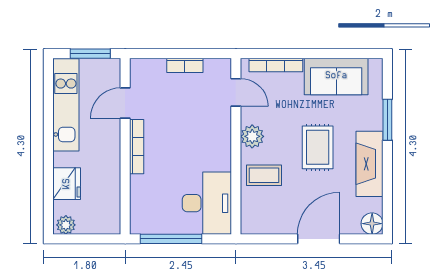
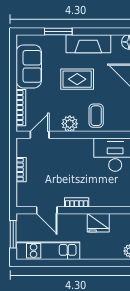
bookcase: (137, 147) -> (77, 202), width x0.64
fridge: (67, 184) -> (98, 223), moved, turned 180

